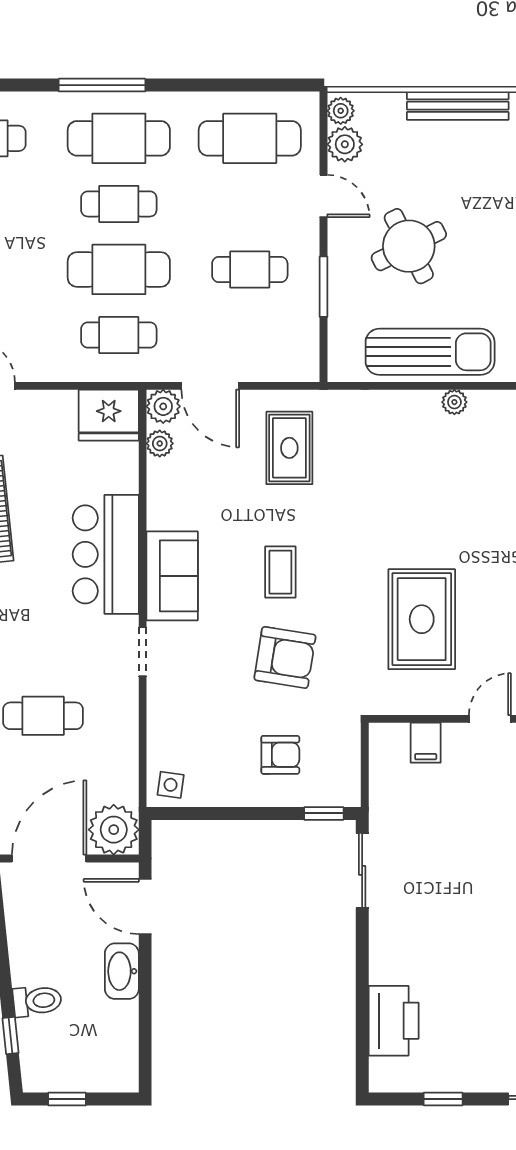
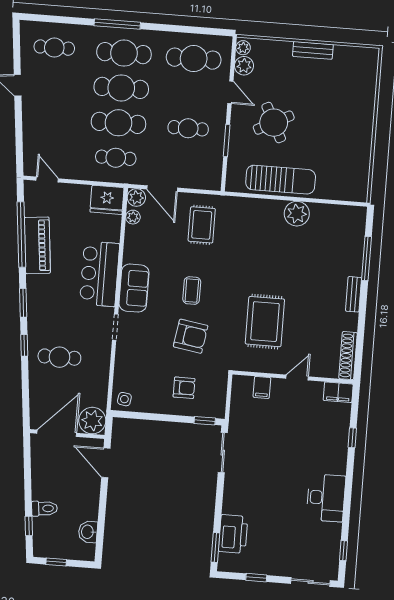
bench: (458, 106) -> (313, 50), width x0.73
cafe table: (119, 204) -> (121, 88), width x1.37, depth x1.35
plant: (454, 402) -> (297, 214), width x1.87, depth x1.87
washbasin: (122, 971) -> (88, 532), moved, width x0.72
window: (362, 1049) -> (215, 548), added

